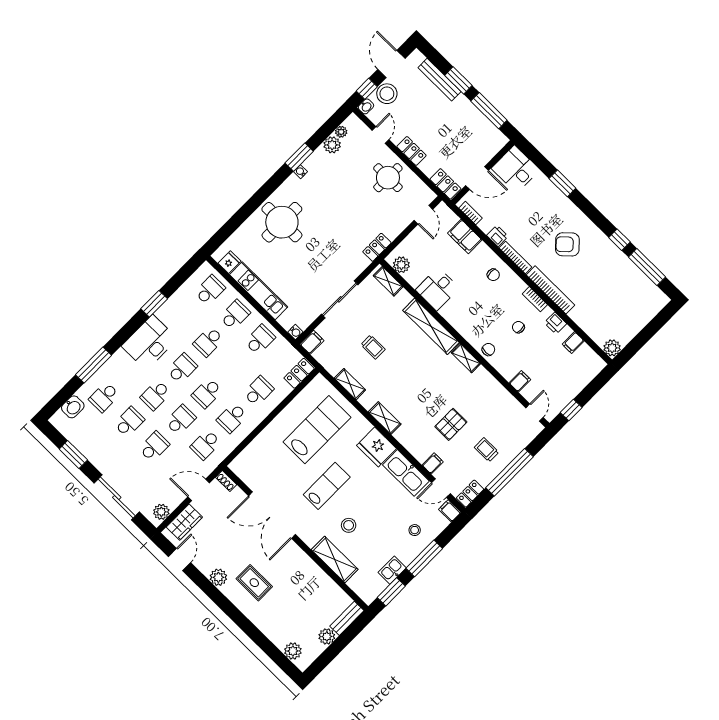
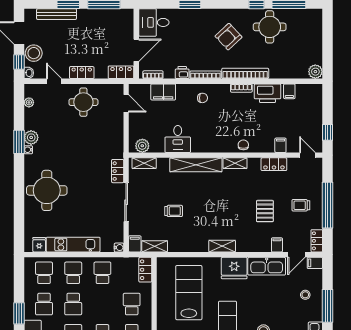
plant: (332, 145) -> (31, 137), moved
locker: (377, 247) -> (118, 171), moved
round table: (611, 271) -> (270, 27), added
school desk: (183, 317) -> (44, 304), added
printer: (555, 323) -> (268, 93), width x1.87, depth x1.48
chair: (518, 327) -> (248, 114), removed
shelving: (350, 384) -> (155, 246), moved
locker: (498, 392) -> (274, 164), added

